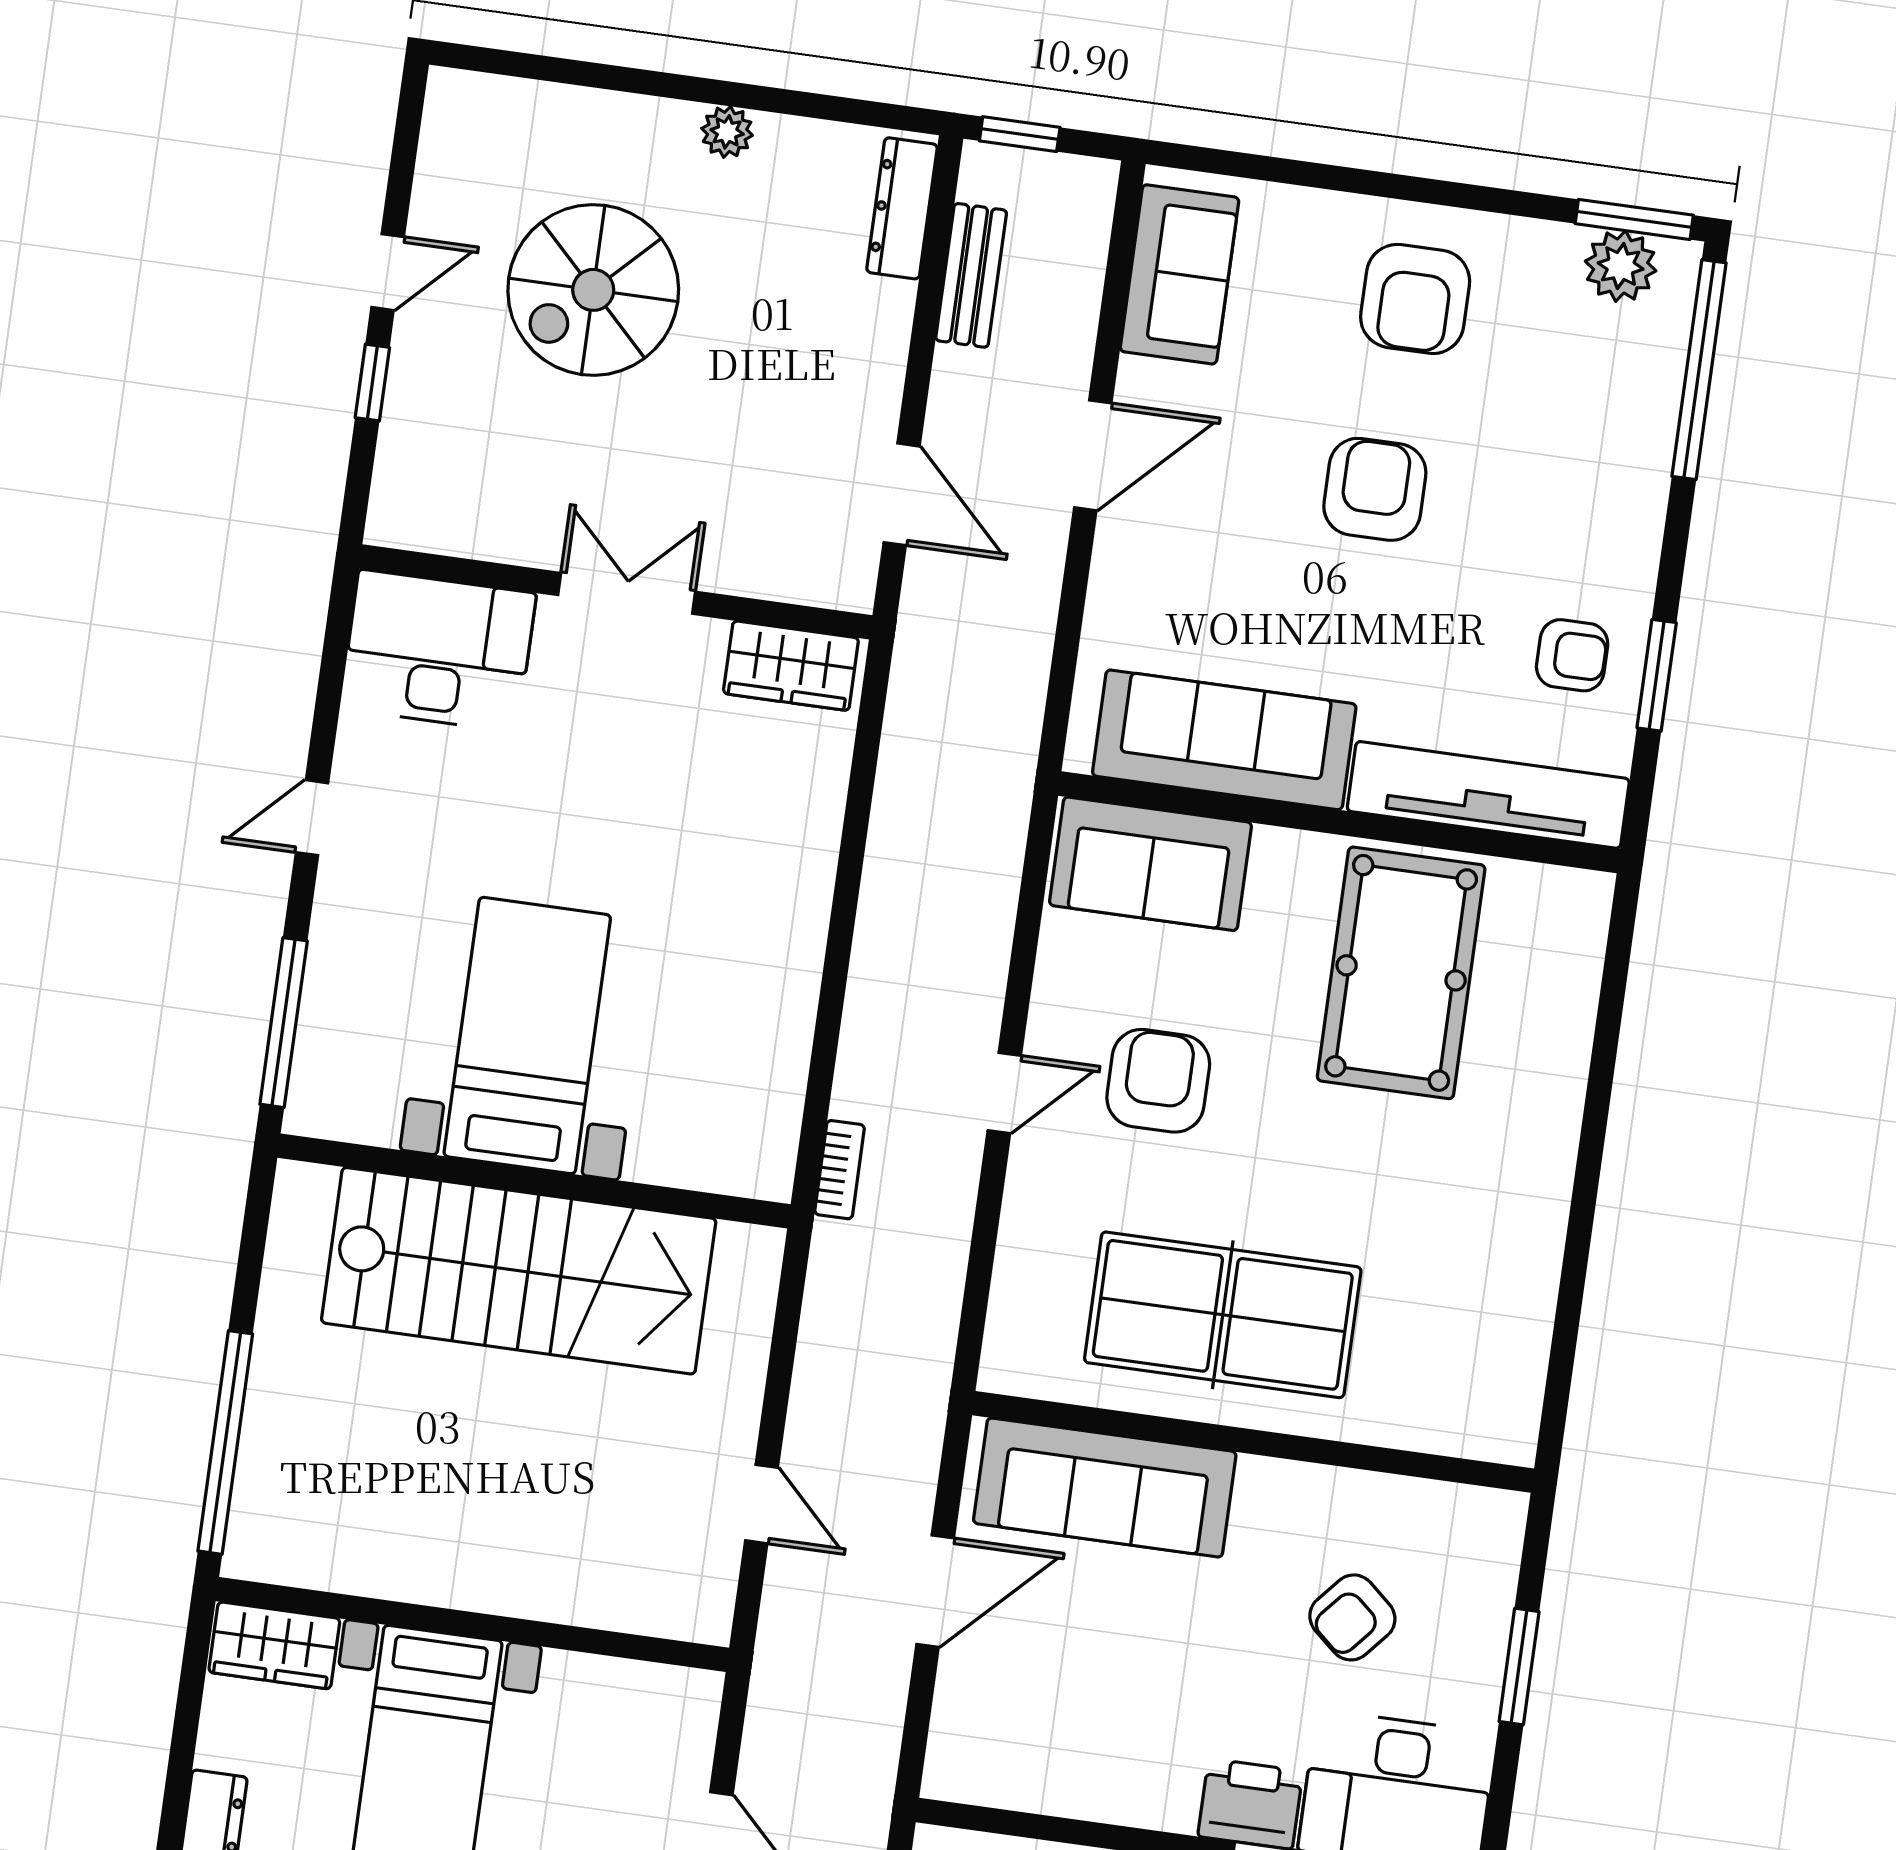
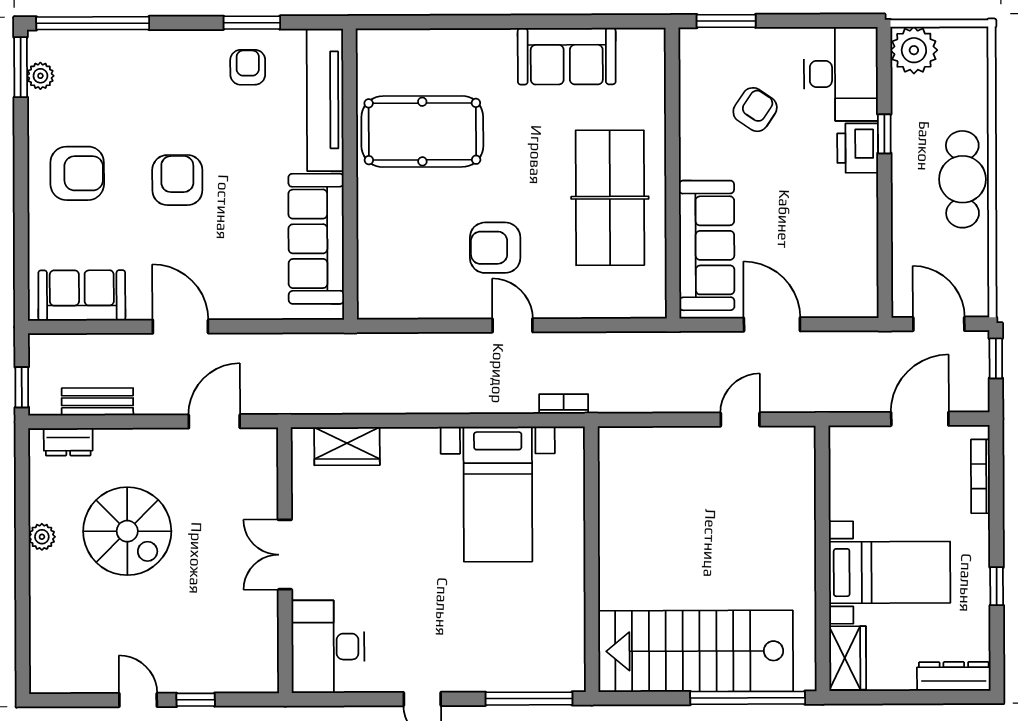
dresser: (902, 208) -> (68, 442), width x0.70
plant: (1621, 266) -> (40, 76), width x0.73, depth x0.73
spiral stairs: (593, 290) -> (127, 531), moved
armchair: (1375, 489) -> (177, 180), turned 90
wardrobe: (791, 666) -> (347, 446), moved, turned 90
sofa: (1150, 864) -> (567, 56), moved, turned 90
bed with nightstands: (527, 1036) -> (498, 494), moved, turned -90
stairs: (519, 1271) -> (696, 651), moved, turned -90
armchair: (1352, 1617) -> (755, 110), turned -97
window: (1519, 1667) -> (726, 21), moved

